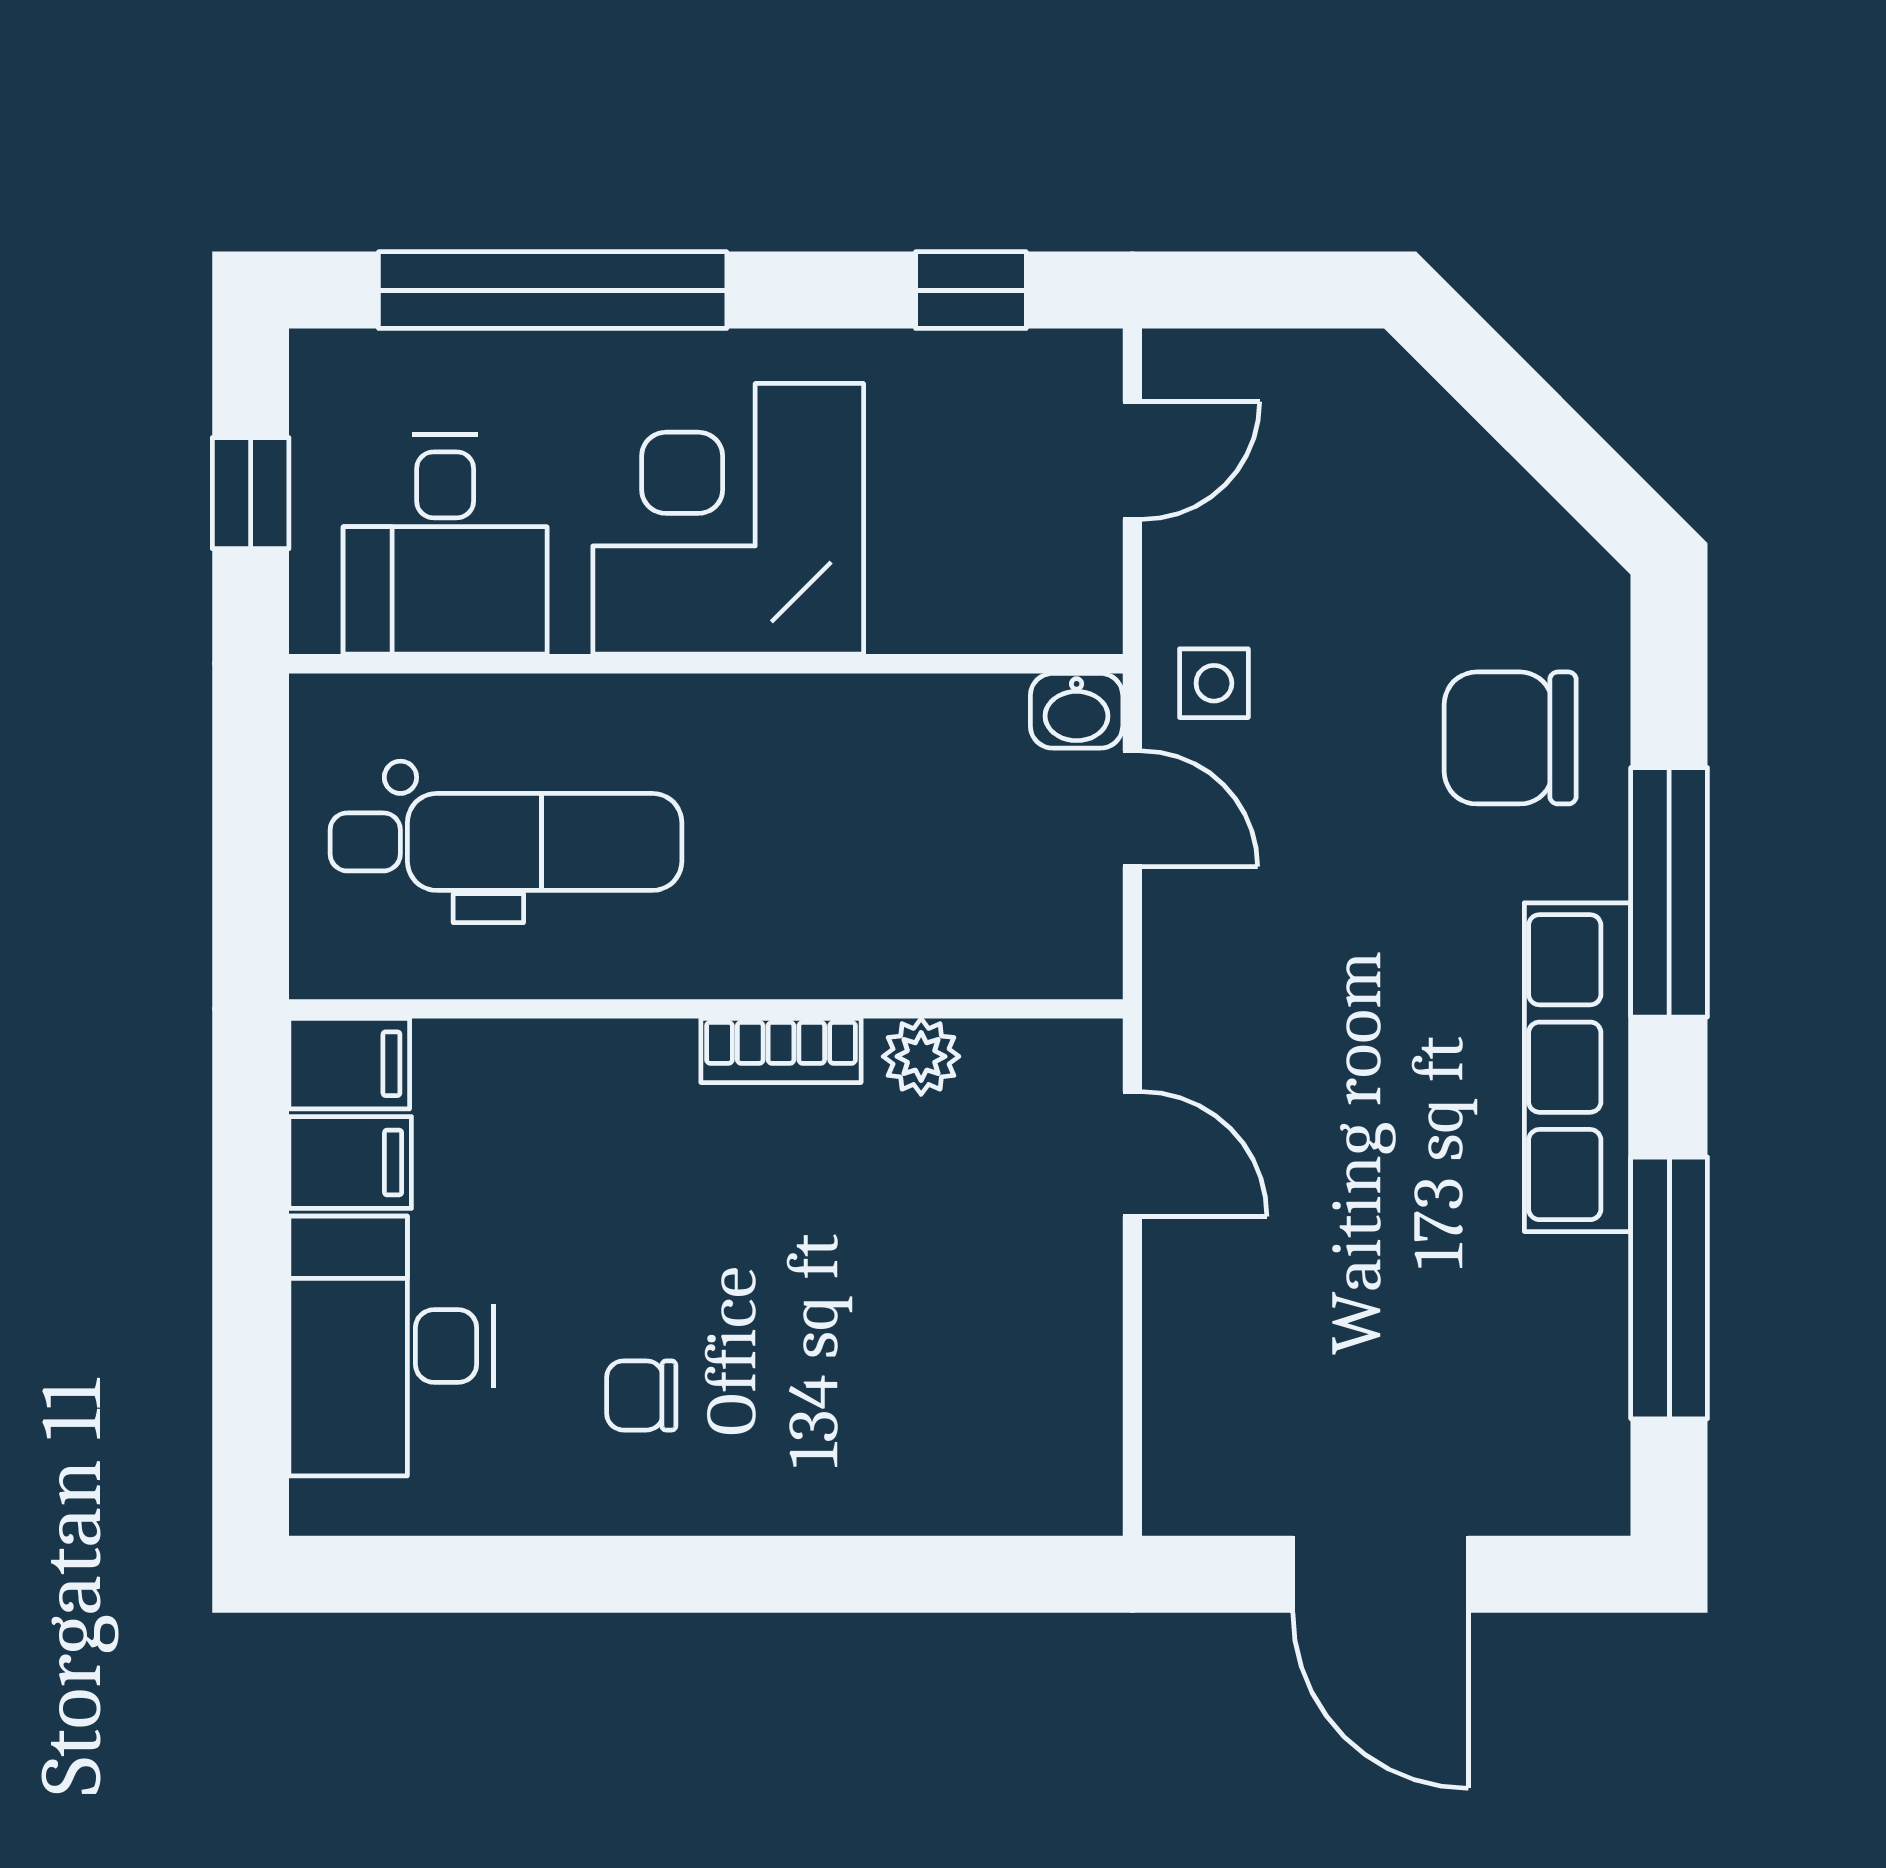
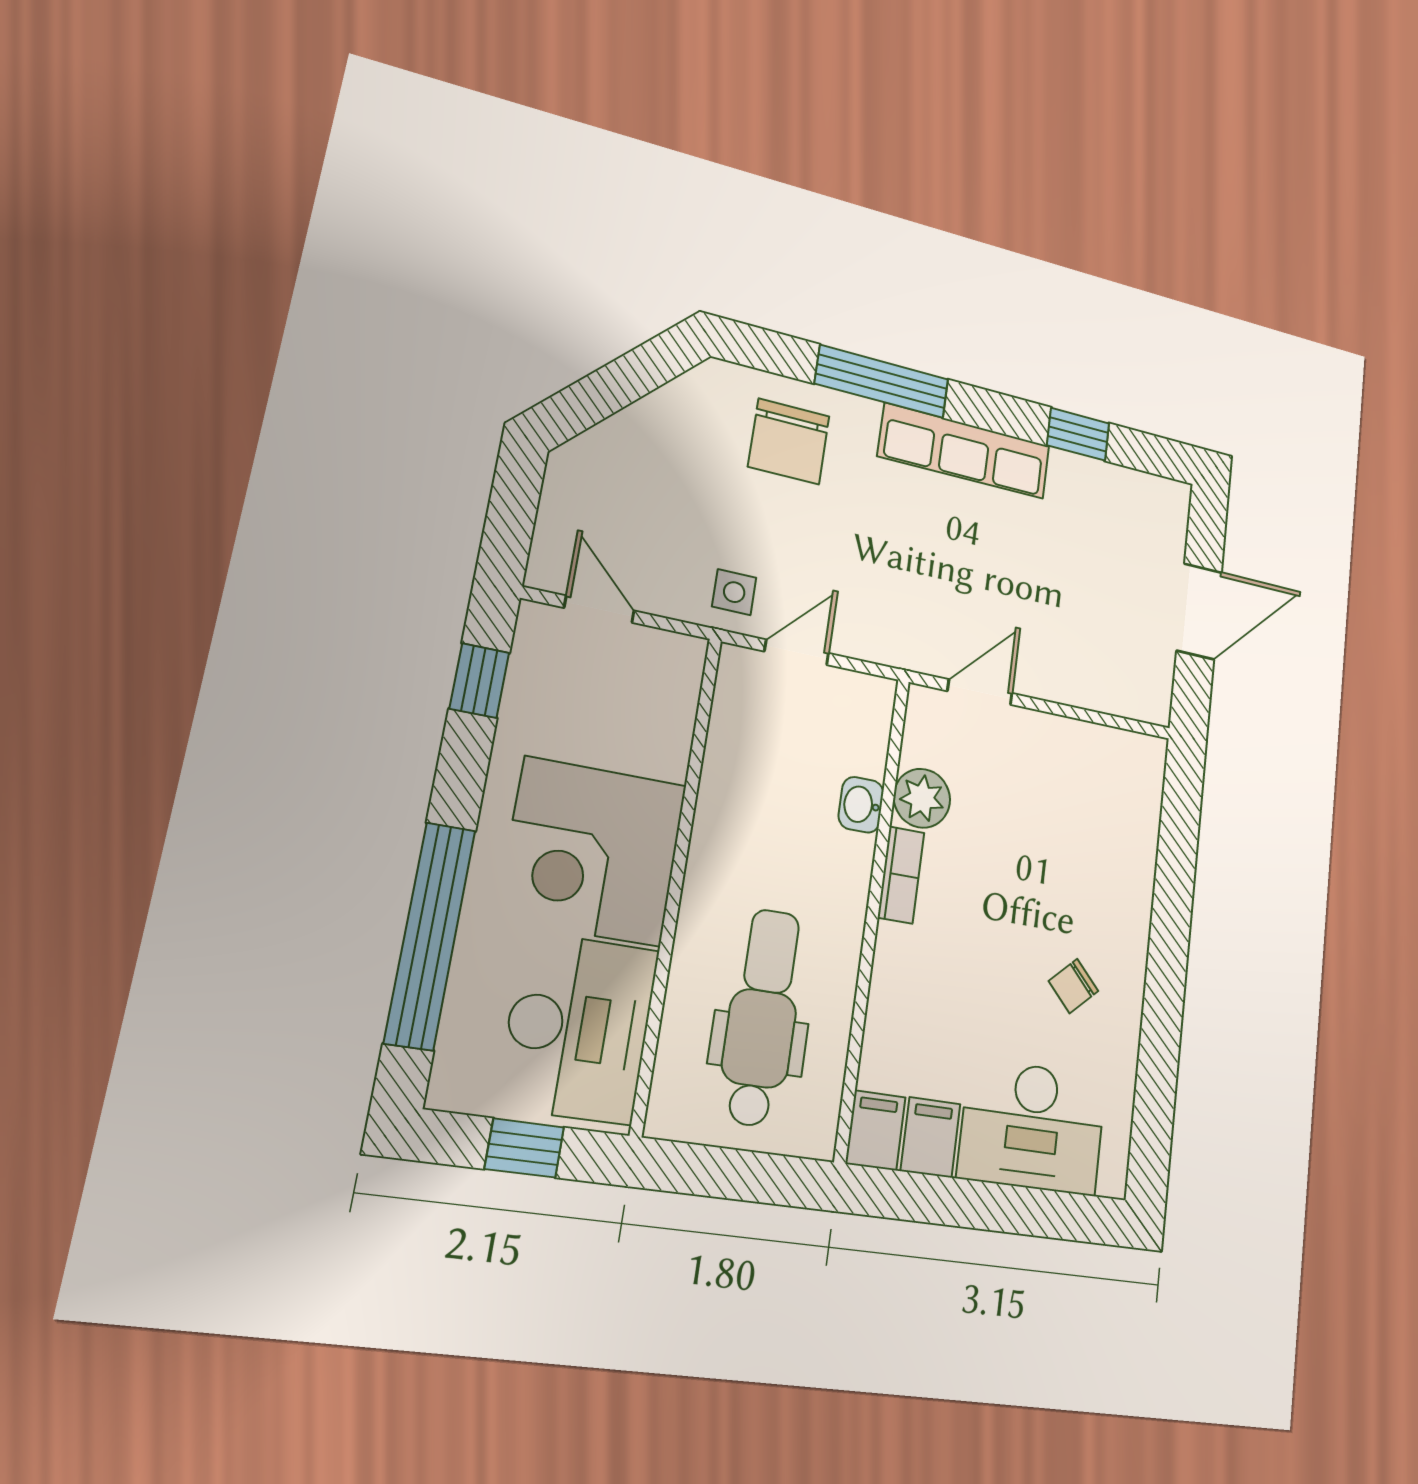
desk: (445, 544) -> (578, 1028), width x1.37
washbasin: (1077, 711) -> (861, 805), moved, turned 180
plant: (921, 1056) -> (922, 798), width x1.38, depth x1.38
window: (1669, 1288) -> (1078, 434), width x0.46
chair: (641, 1395) -> (1073, 986), turned 47

